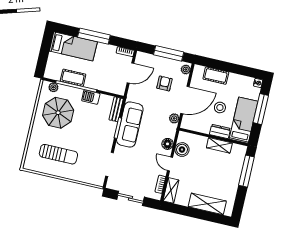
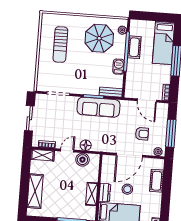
door: (185, 100) -> (129, 155), hinge flipped
plant: (174, 118) -> (111, 148), removed

